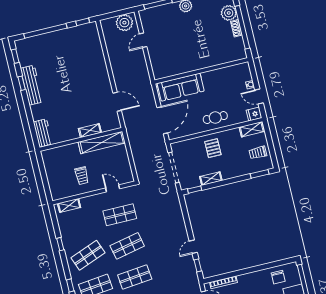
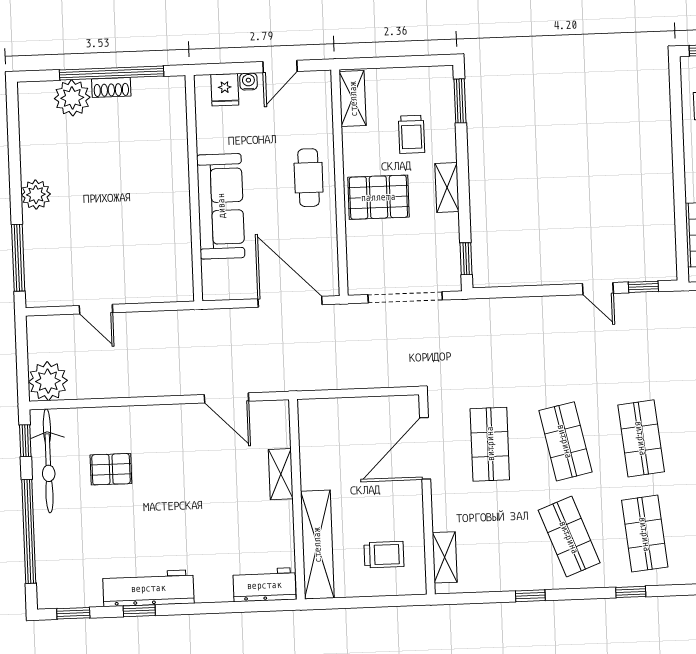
plant: (124, 23) -> (48, 381), moved
bicycle: (76, 33) -> (48, 461), added
pallet: (78, 60) -> (111, 469), added
sofa: (181, 87) -> (221, 206), moved
door: (117, 102) -> (226, 398), swing flipped
fridge: (254, 114) -> (225, 90), moved
shelving: (102, 142) -> (317, 545), moved
pallet: (213, 148) -> (378, 197), width x1.50, depth x1.42
trolley: (258, 153) -> (412, 134), moved
trolley: (82, 176) -> (384, 555), moved
shelving: (211, 179) -> (447, 187), moved
door: (113, 188) -> (425, 448), width x1.87

